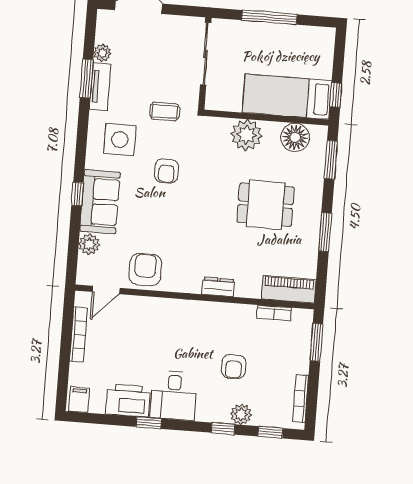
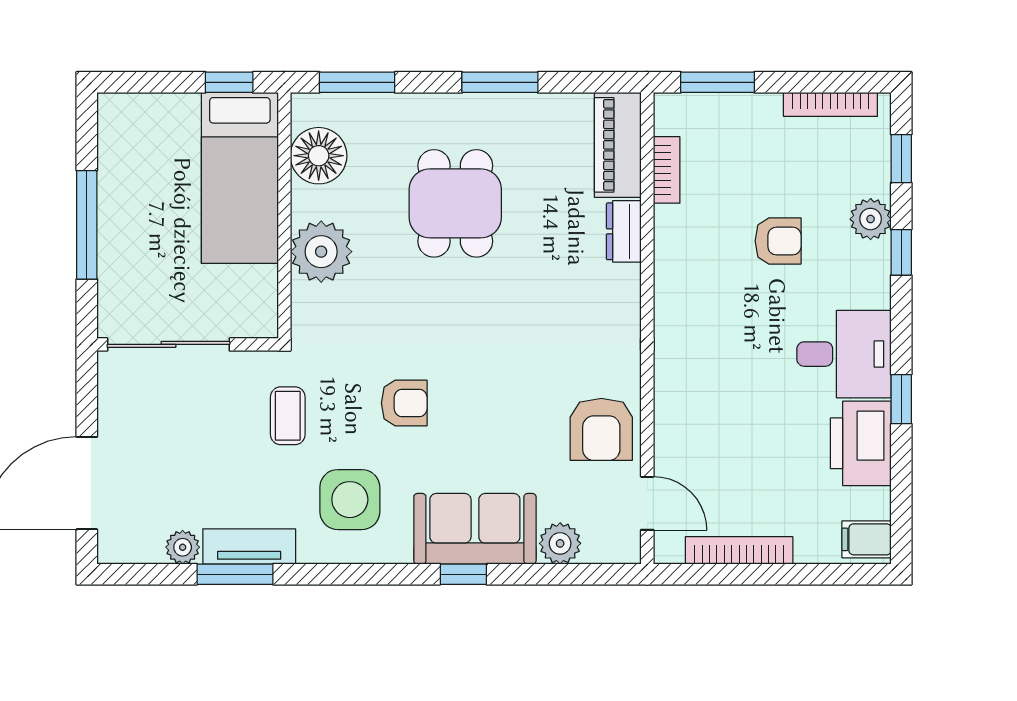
armchair: (145, 270) -> (601, 429), turned -90
dresser: (218, 287) -> (624, 231), moved

